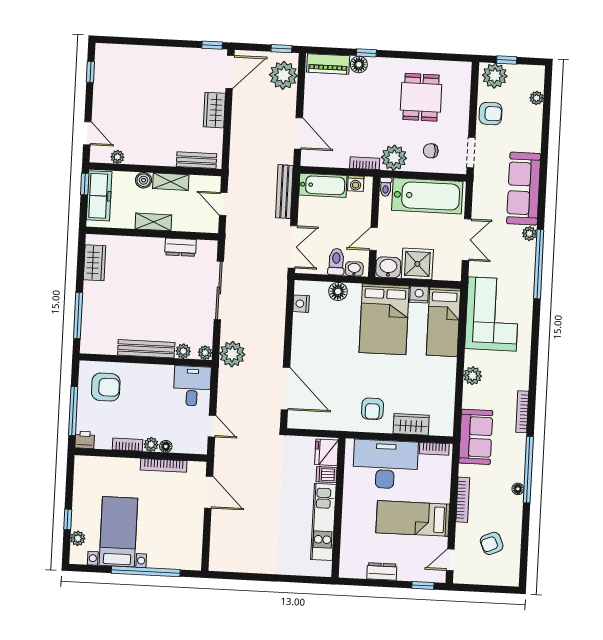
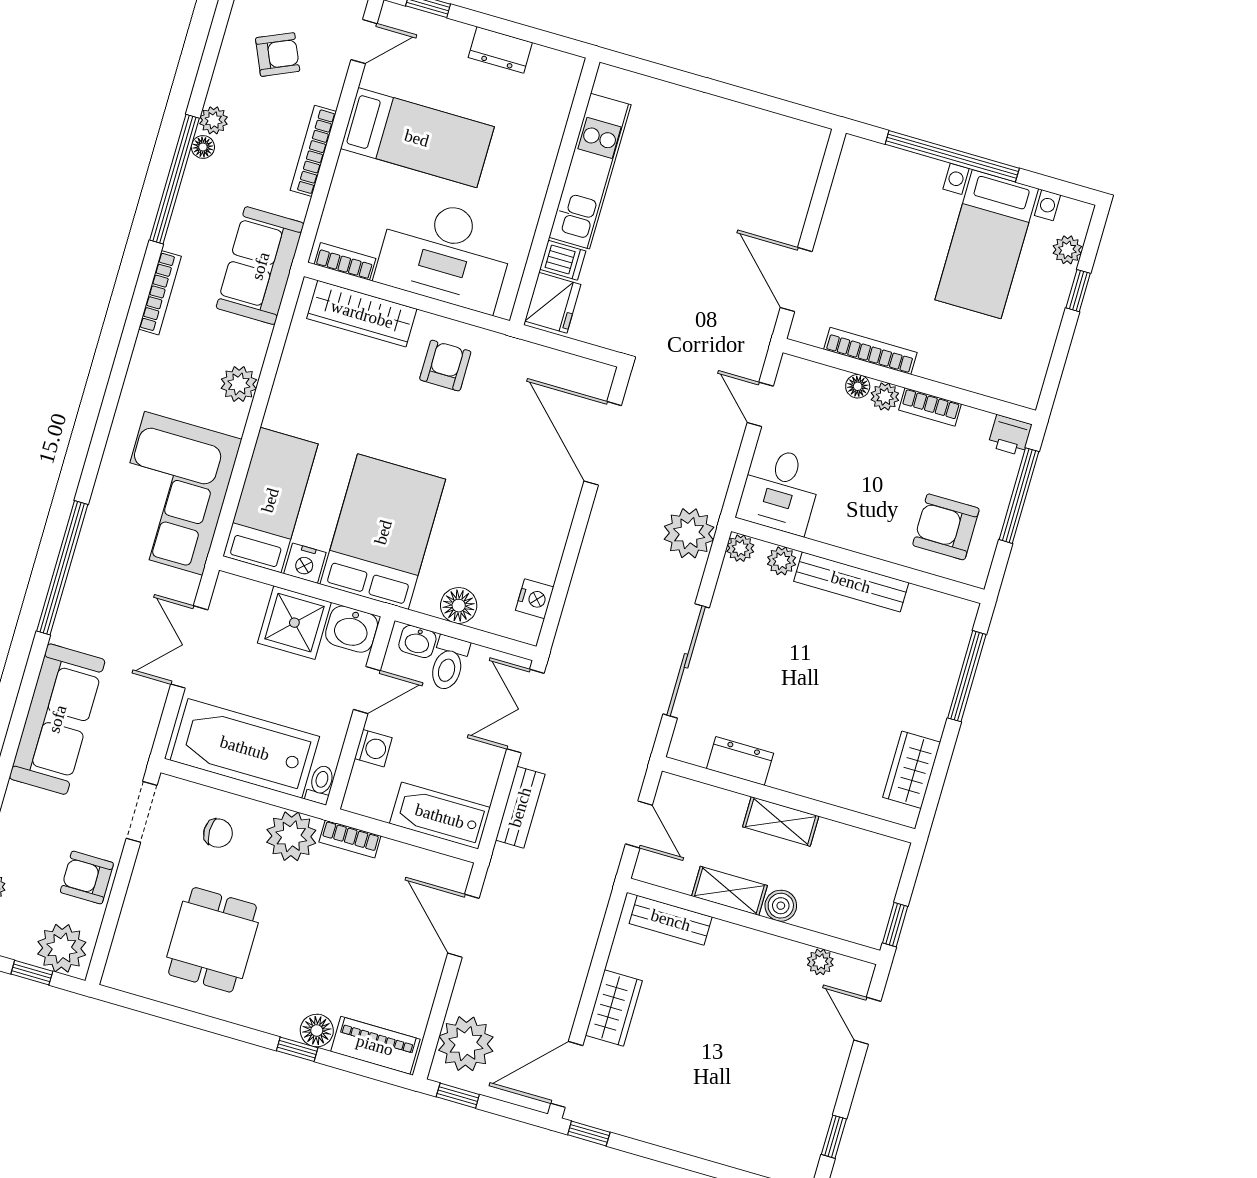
washing machine: (356, 184) -> (373, 748), moved, turned 90
bench: (284, 192) -> (520, 807), width x0.73
freezer: (99, 196) -> (873, 896), removed
plant: (529, 234) -> (214, 120), moved
wardrobe: (411, 424) -> (362, 314), width x1.50

